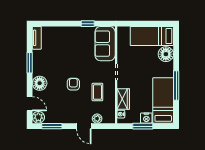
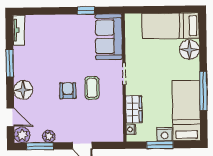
coffee table: (97, 92) -> (92, 88), moved
plant: (97, 119) -> (49, 136), moved

